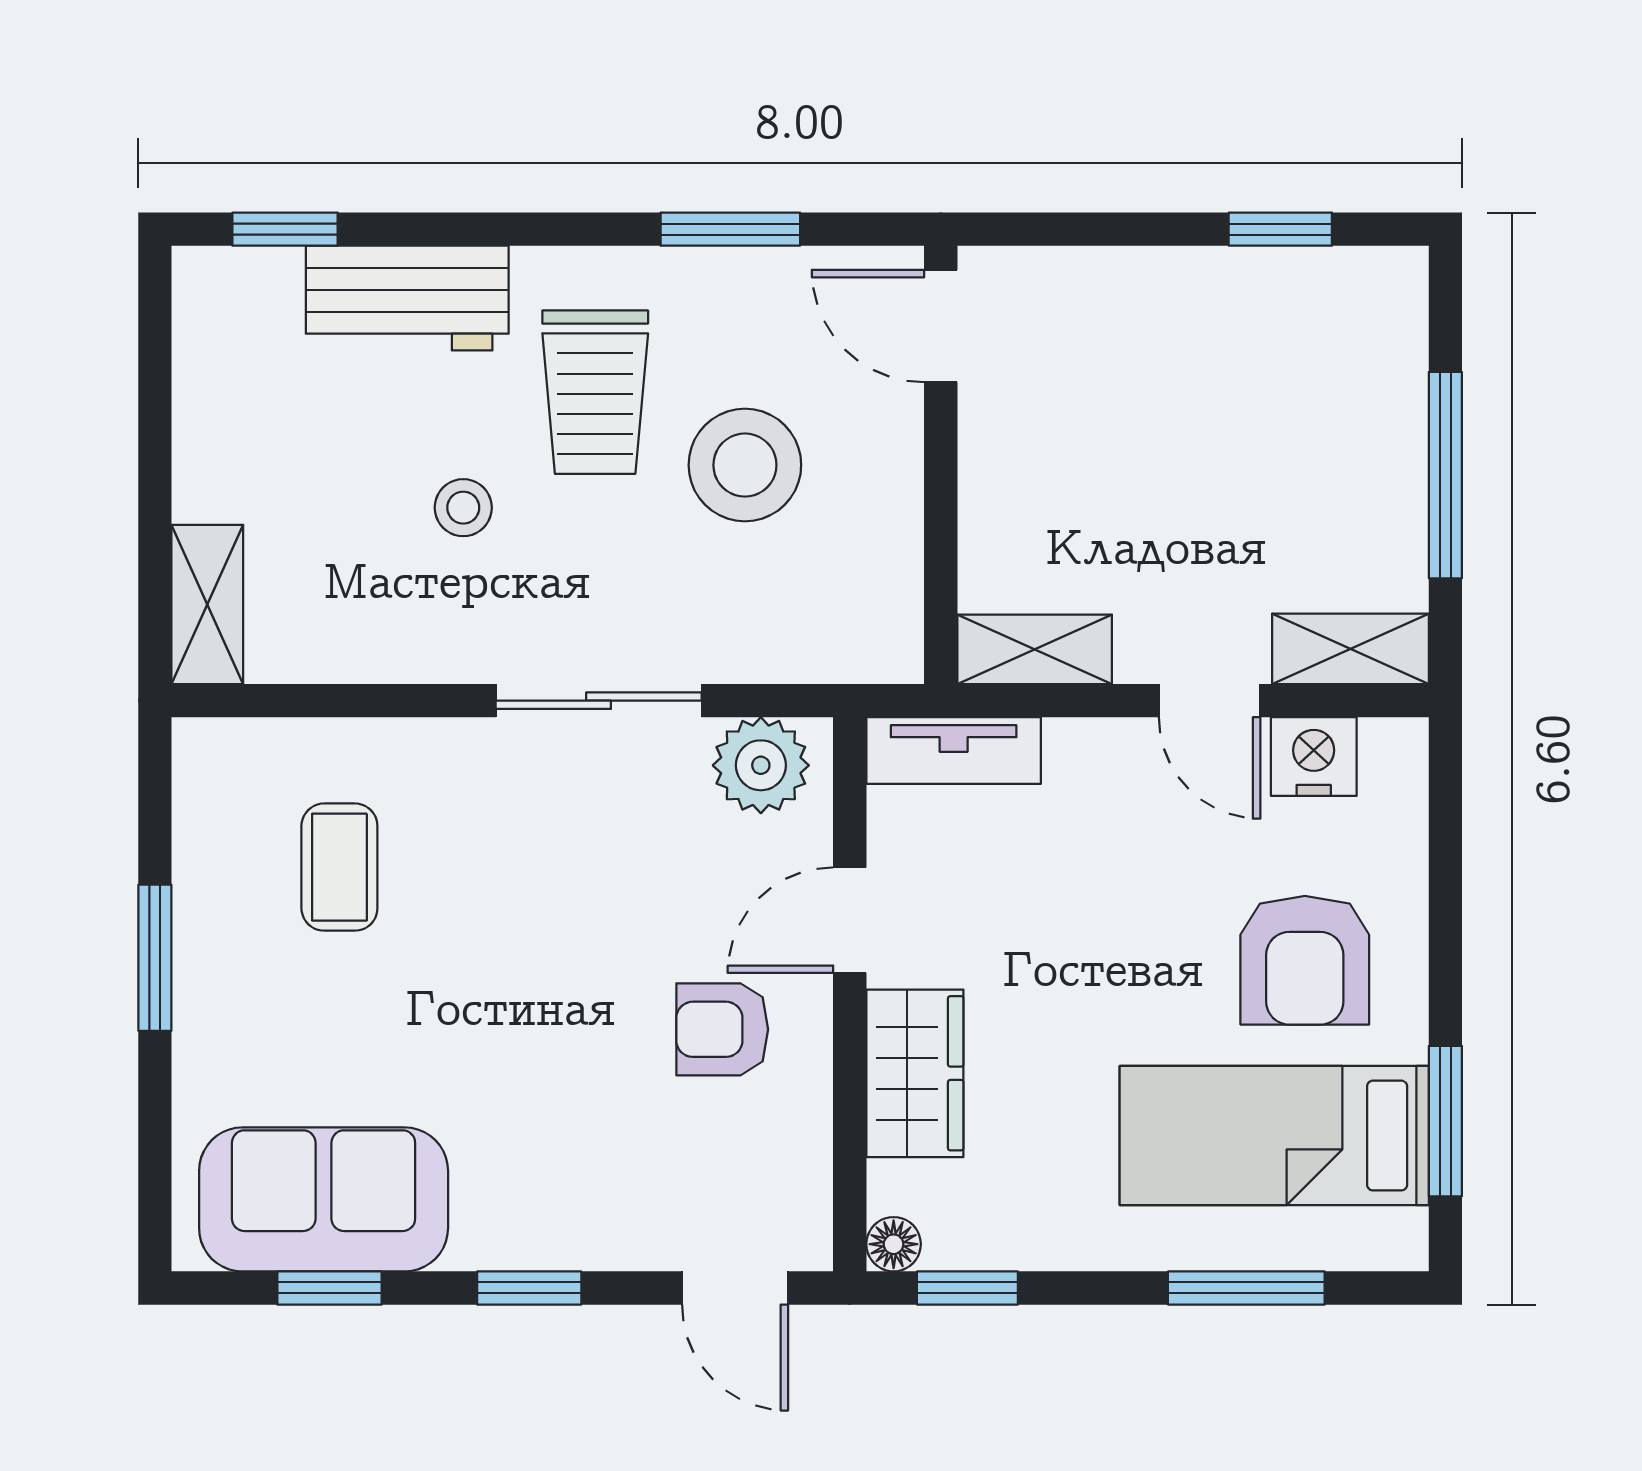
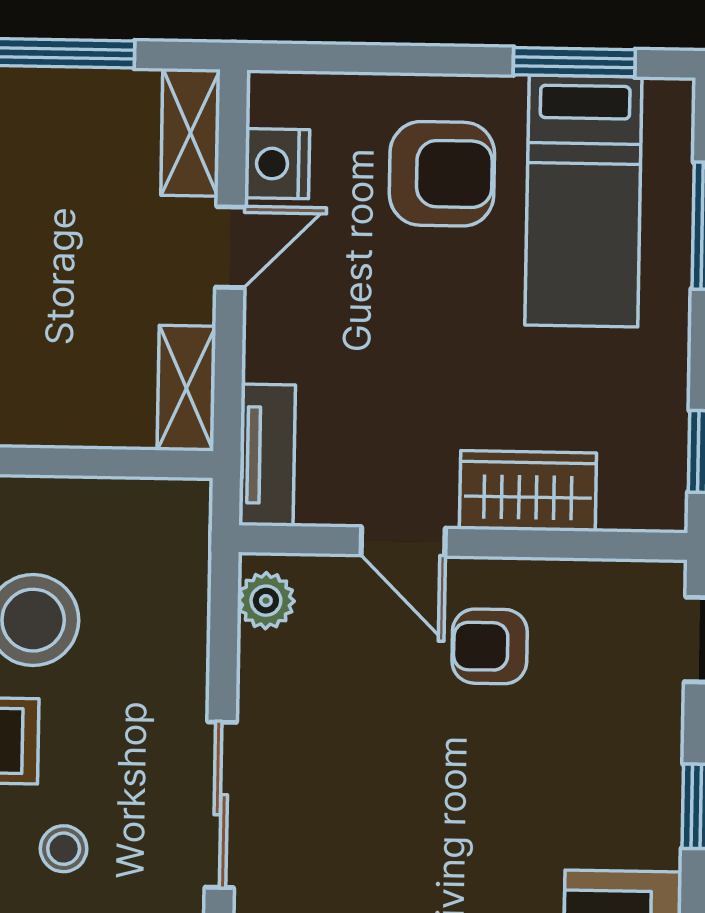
sliding door: (599, 701) -> (221, 805), moved
plant: (761, 765) -> (266, 601), width x0.73, depth x0.73
armchair: (722, 1029) -> (490, 646), turned 90
floor lamp: (894, 1244) -> (666, 511), removed

